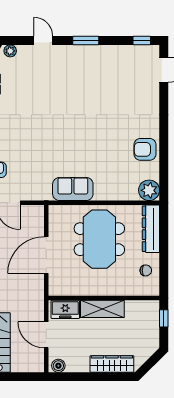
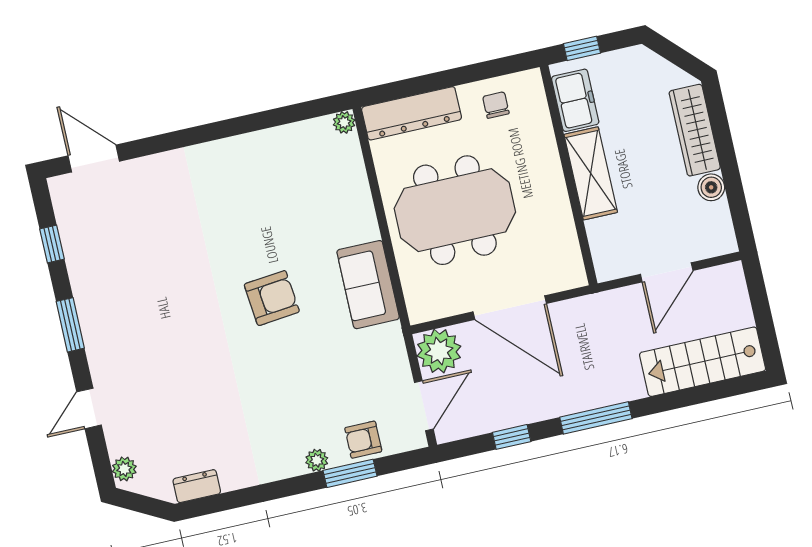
window: (142, 40) -> (52, 244), moved
armchair: (145, 149) -> (272, 298), moved, turned -96
plant: (149, 190) -> (344, 122), width x0.53, depth x0.53
plant: (33, 216) -> (439, 351), added
freezer: (65, 309) -> (575, 100), moved
boiler: (58, 366) -> (711, 187), moved

